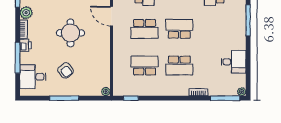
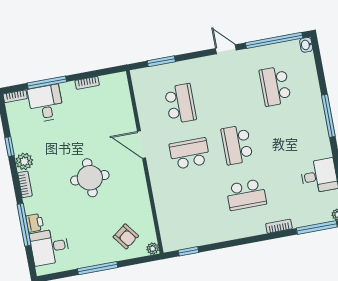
school desk: (145, 29) -> (190, 154), turned 180
school desk: (179, 29) -> (237, 145), turned -90
printer: (25, 45) -> (35, 223), moved
school desk: (145, 66) -> (199, 203), removed
armchair: (66, 70) -> (126, 236), moved

